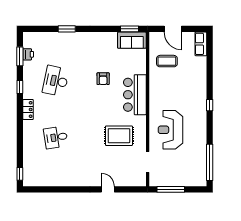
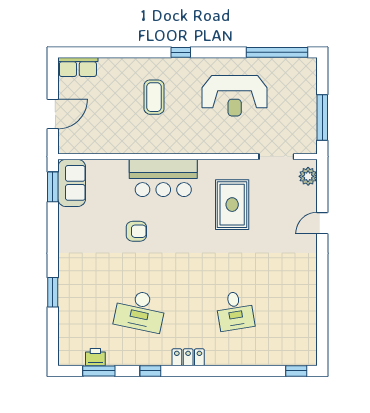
coffee table: (167, 61) -> (154, 97), moved
reception desk: (171, 130) -> (235, 96), moved
plant: (136, 181) -> (308, 176), added

